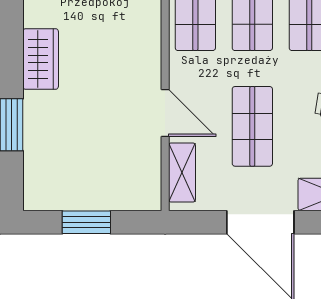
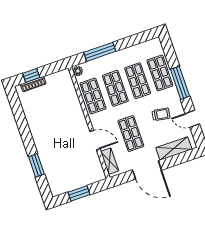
wardrobe: (41, 59) -> (39, 136), removed

